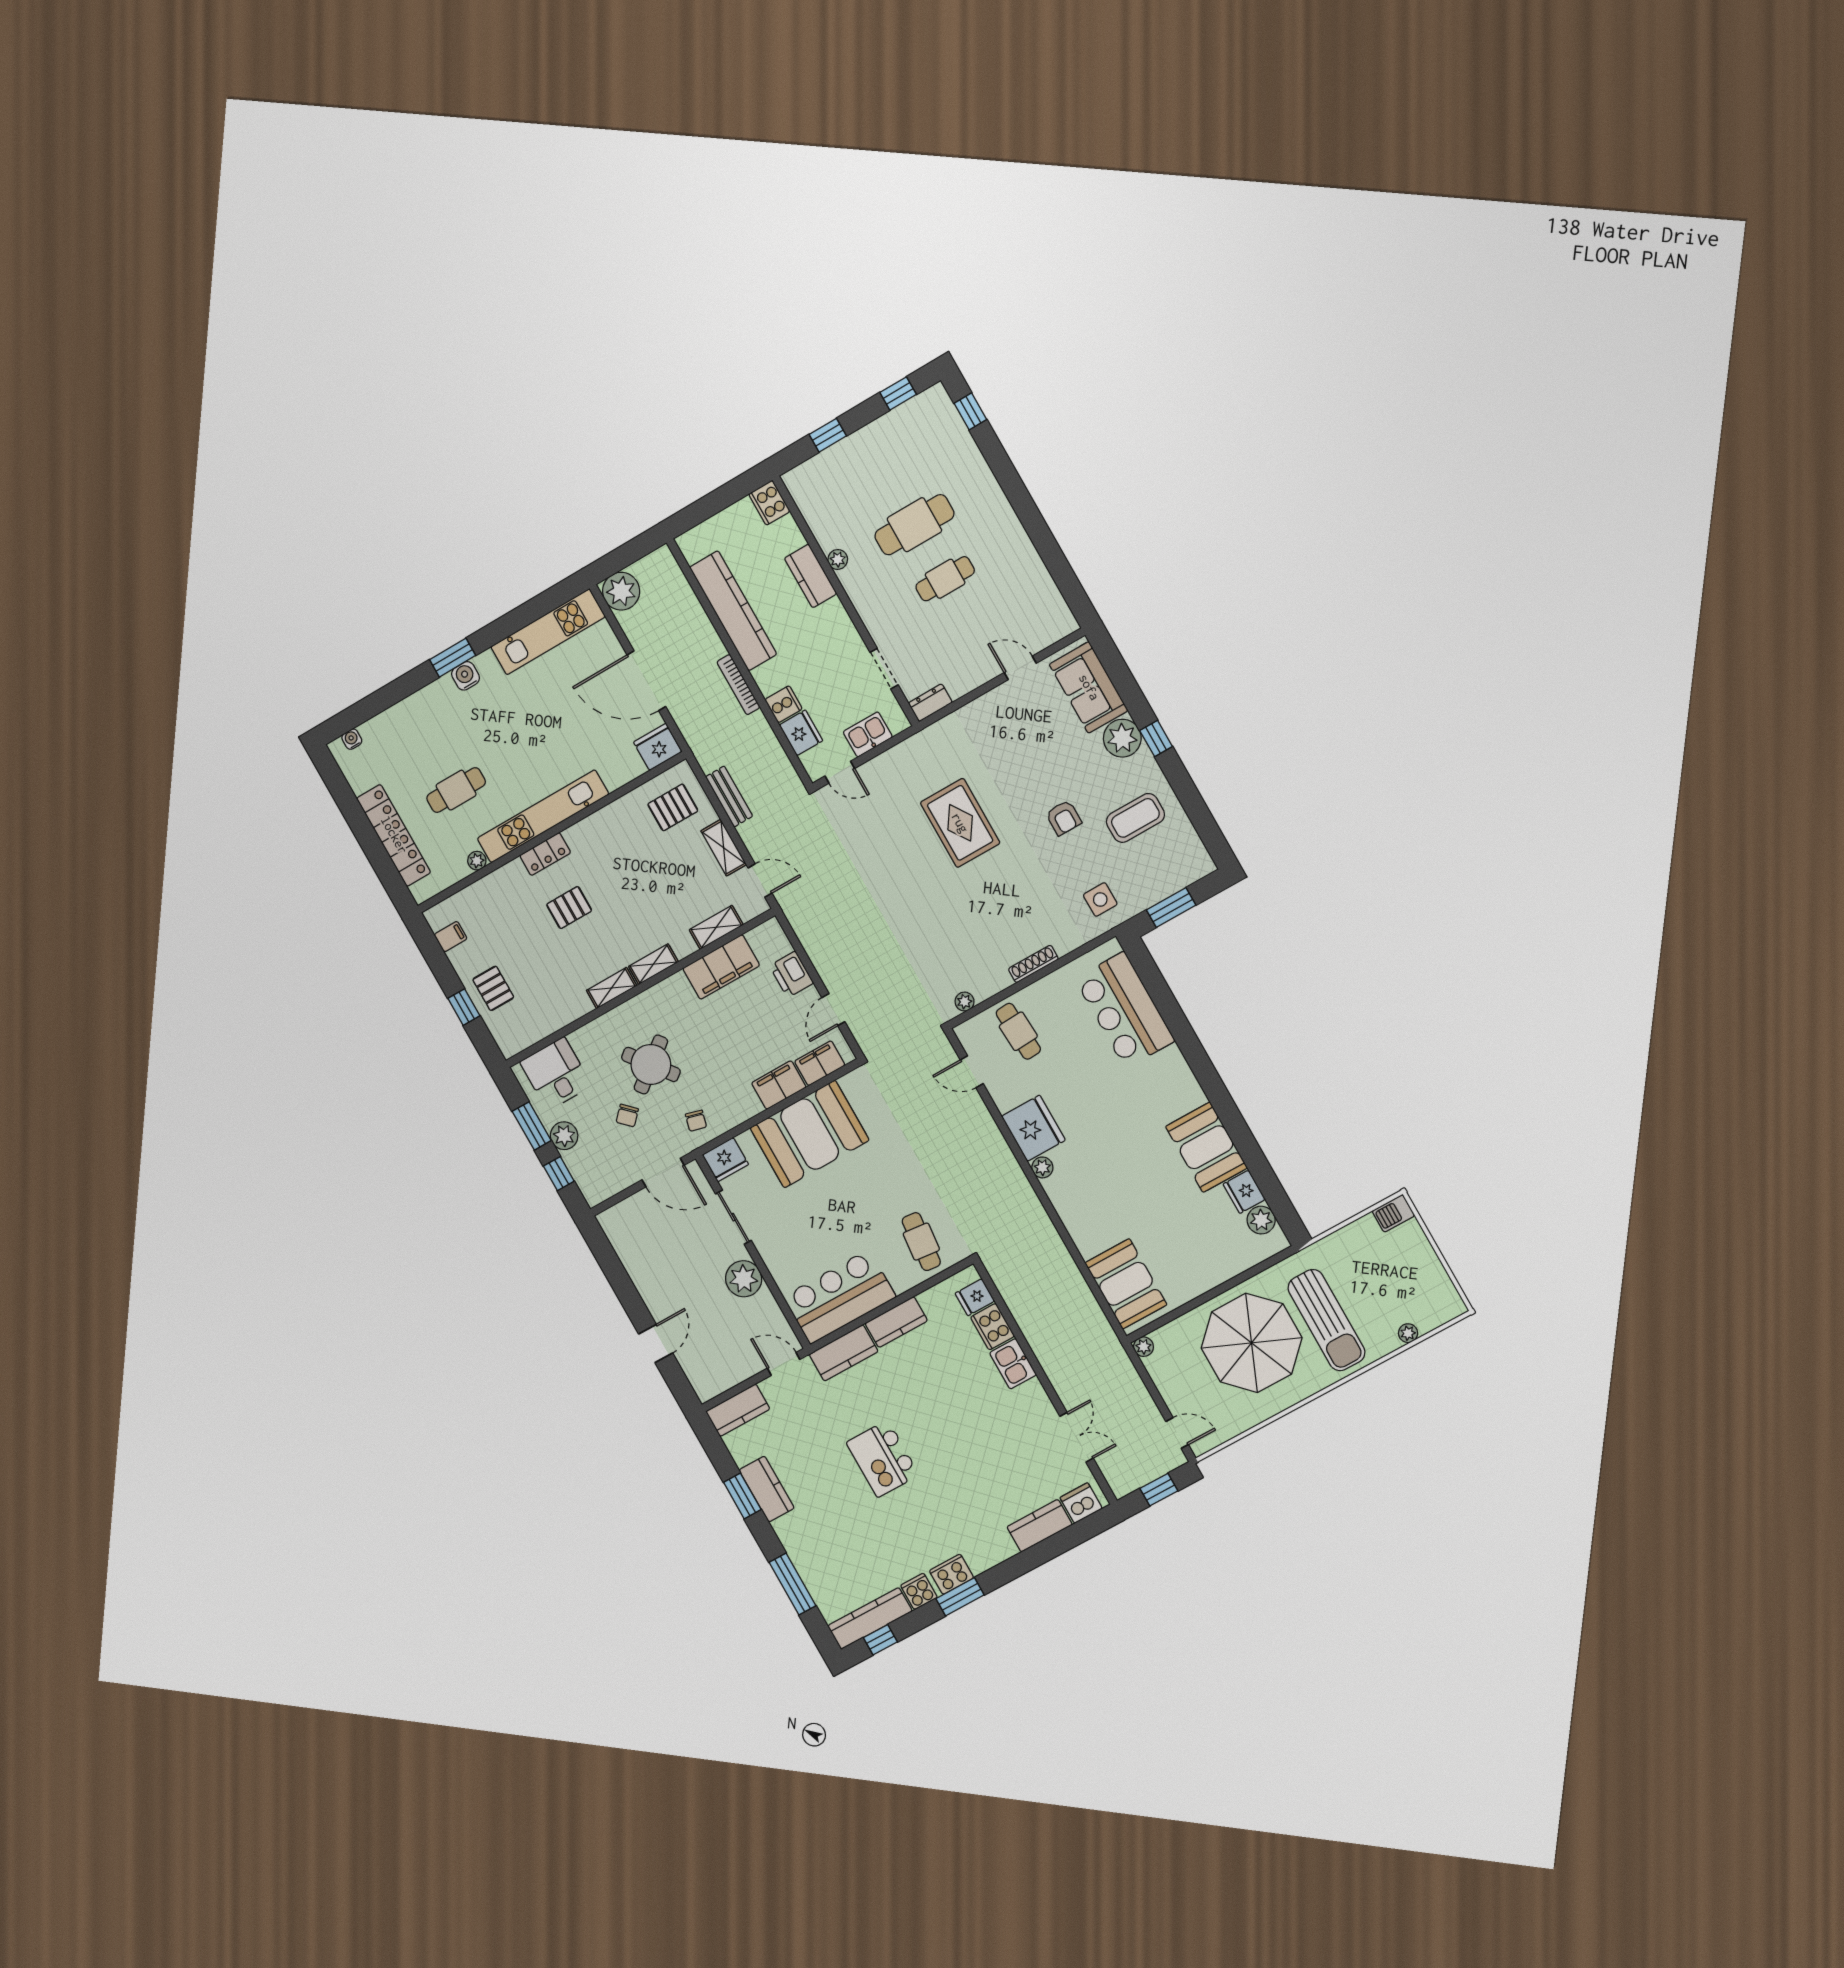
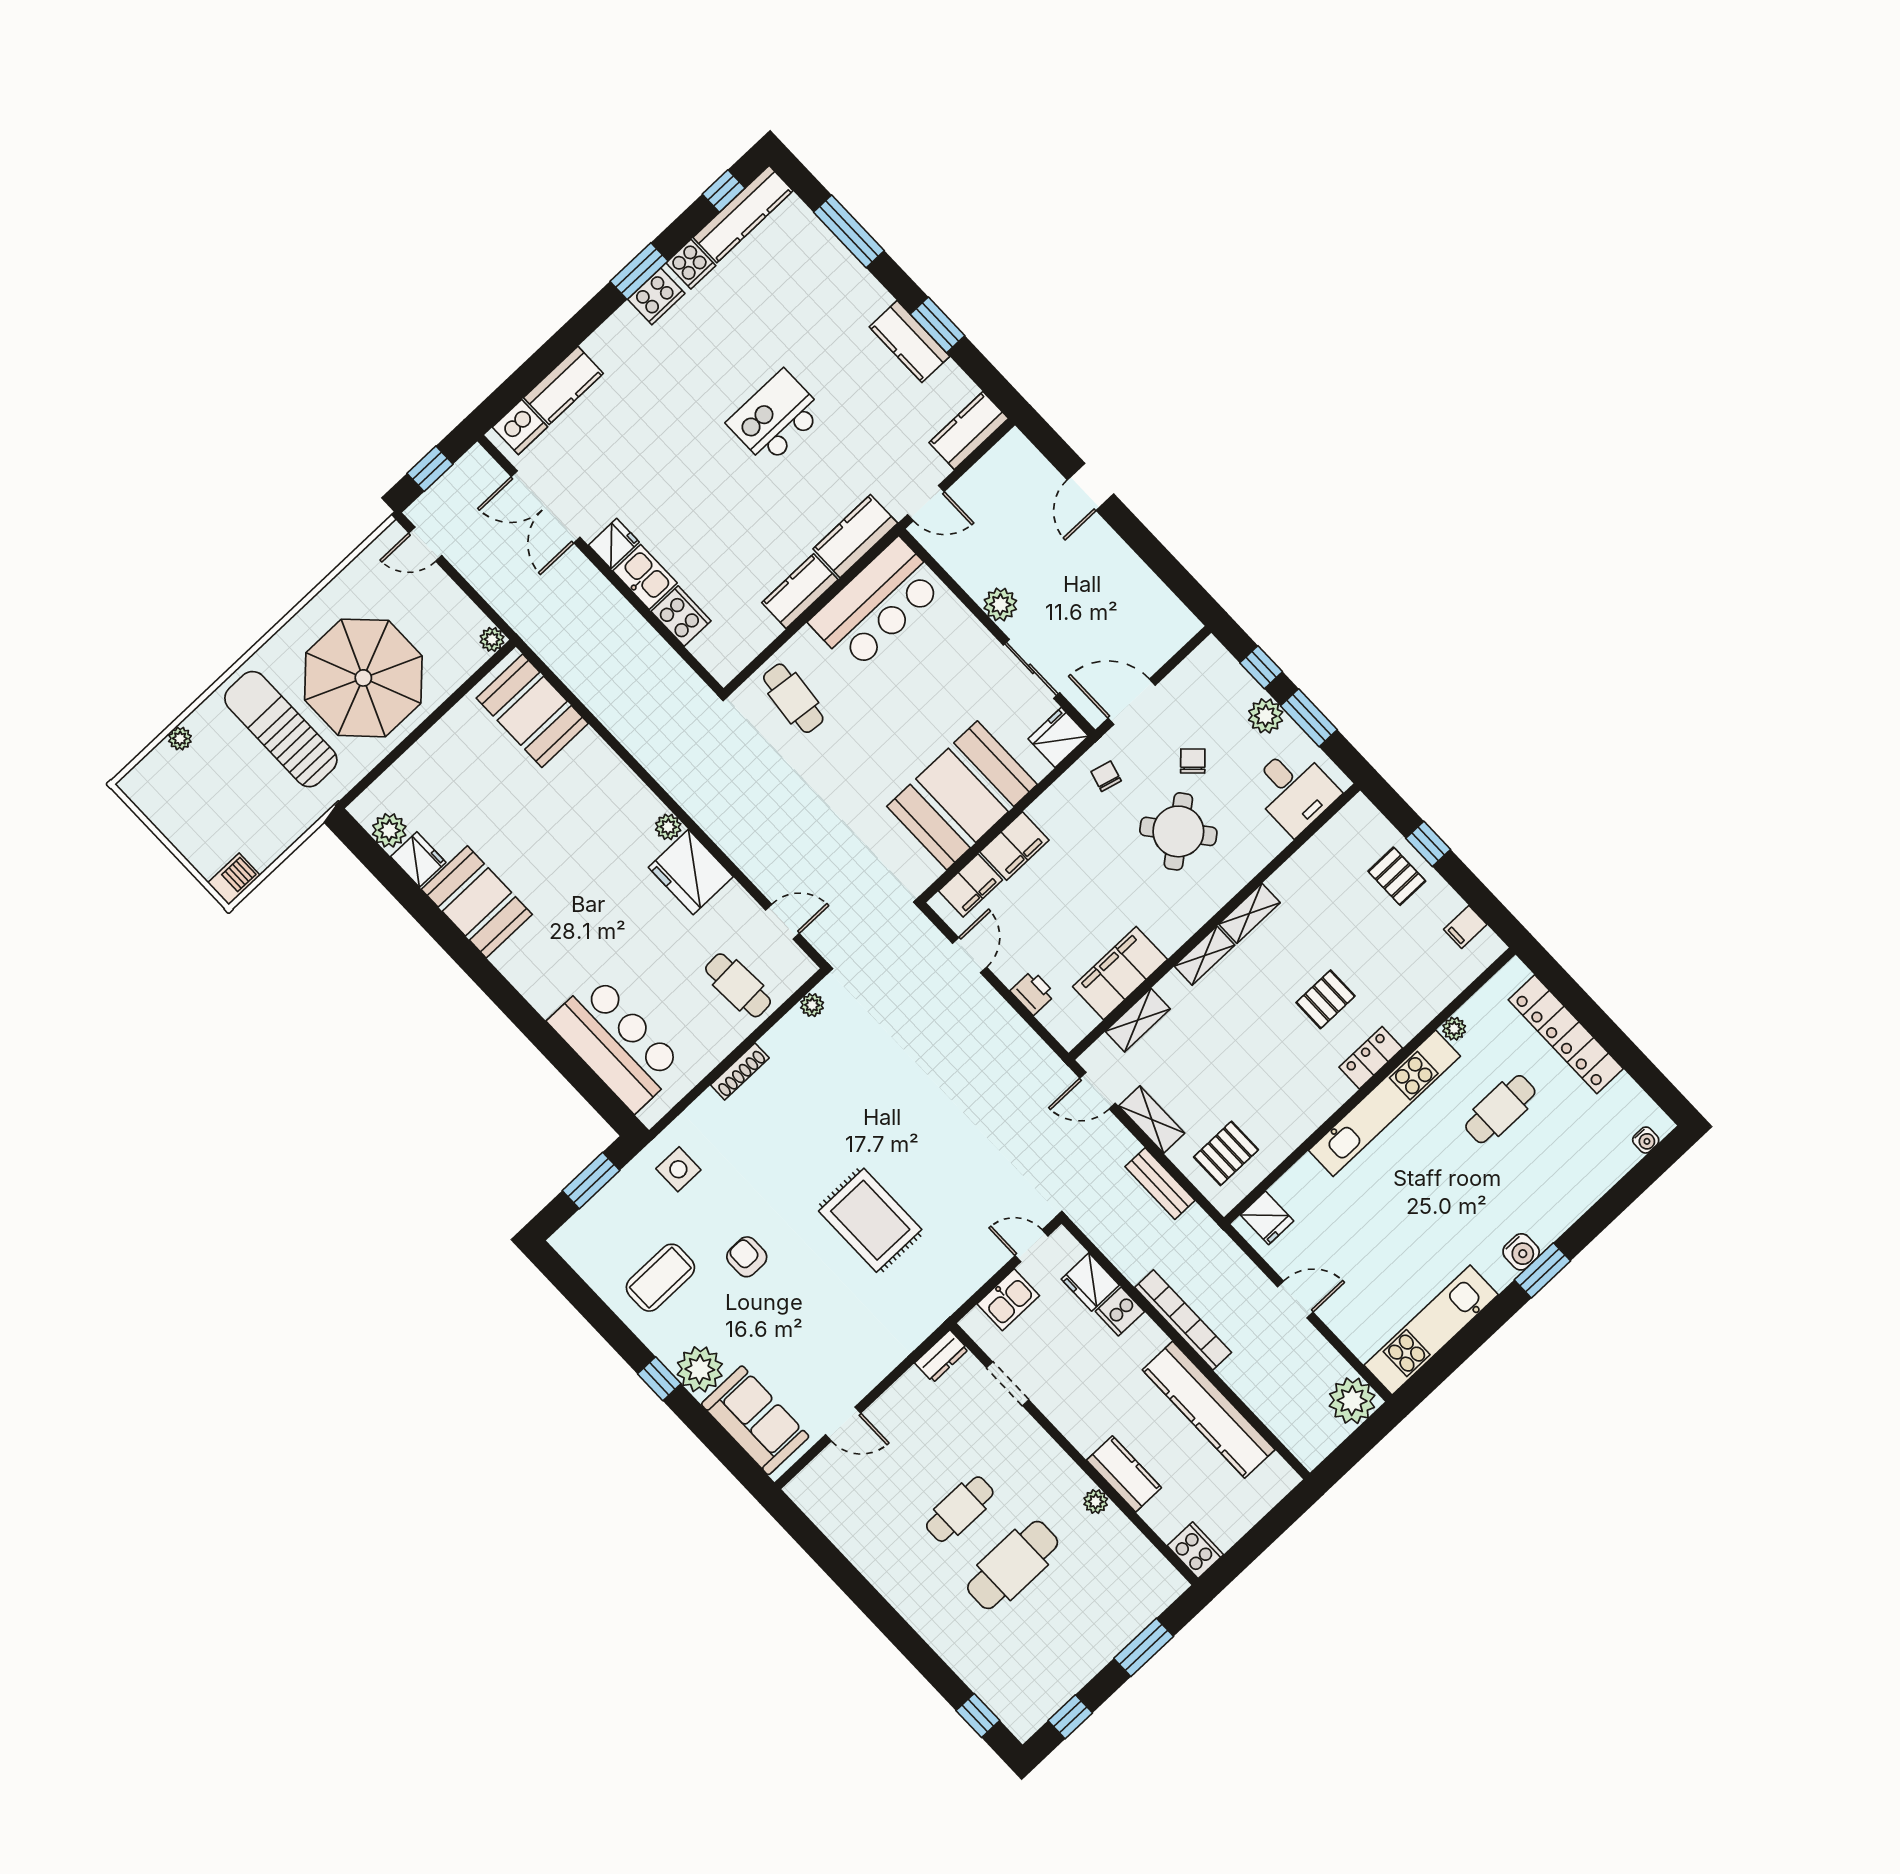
window: (828, 435) -> (1144, 1647), width x1.50
door: (646, 681) -> (1295, 1300), width x0.53
bookcase: (738, 685) -> (1183, 1320), width x1.48, depth x1.31
fridge: (658, 747) -> (1267, 1218), width x0.72
printer: (791, 974) -> (1033, 993), width x0.73, depth x0.81
plant: (744, 1279) -> (1000, 604), width x0.73, depth x0.73
fridge: (975, 1297) -> (614, 544), moved
double door: (1076, 1437) -> (546, 507), width x1.37
kitchen island: (883, 1459) -> (775, 417), turned -90

